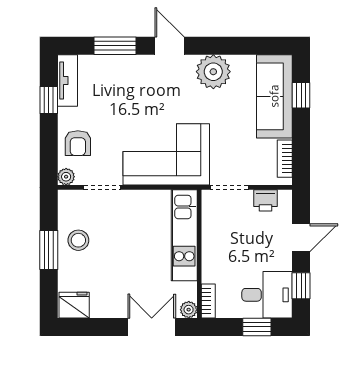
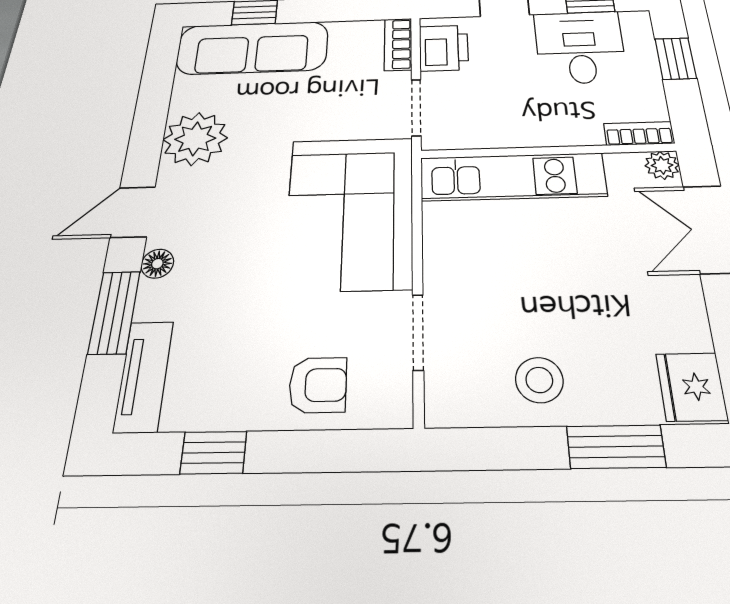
floor lamp: (140, 62) -> (157, 264), added
tv unit: (67, 80) -> (144, 376), moved, turned 90
bookcase: (285, 159) -> (398, 44), moved, turned 90
plant: (66, 177) -> (394, 410), removed
printer: (266, 200) -> (444, 48), width x1.36, depth x1.24
window: (49, 250) -> (616, 447), moved
desk: (267, 295) -> (580, 47), moved

